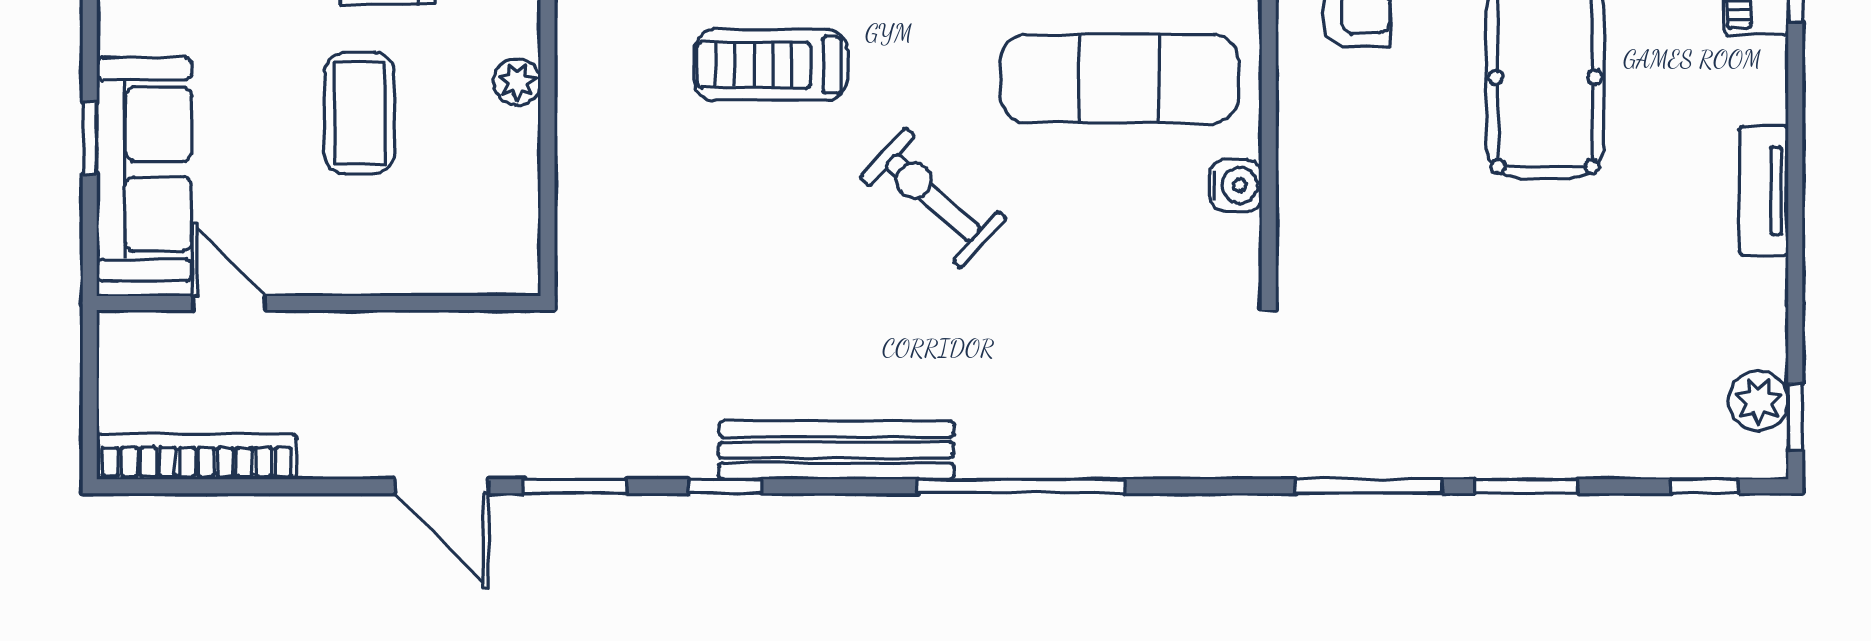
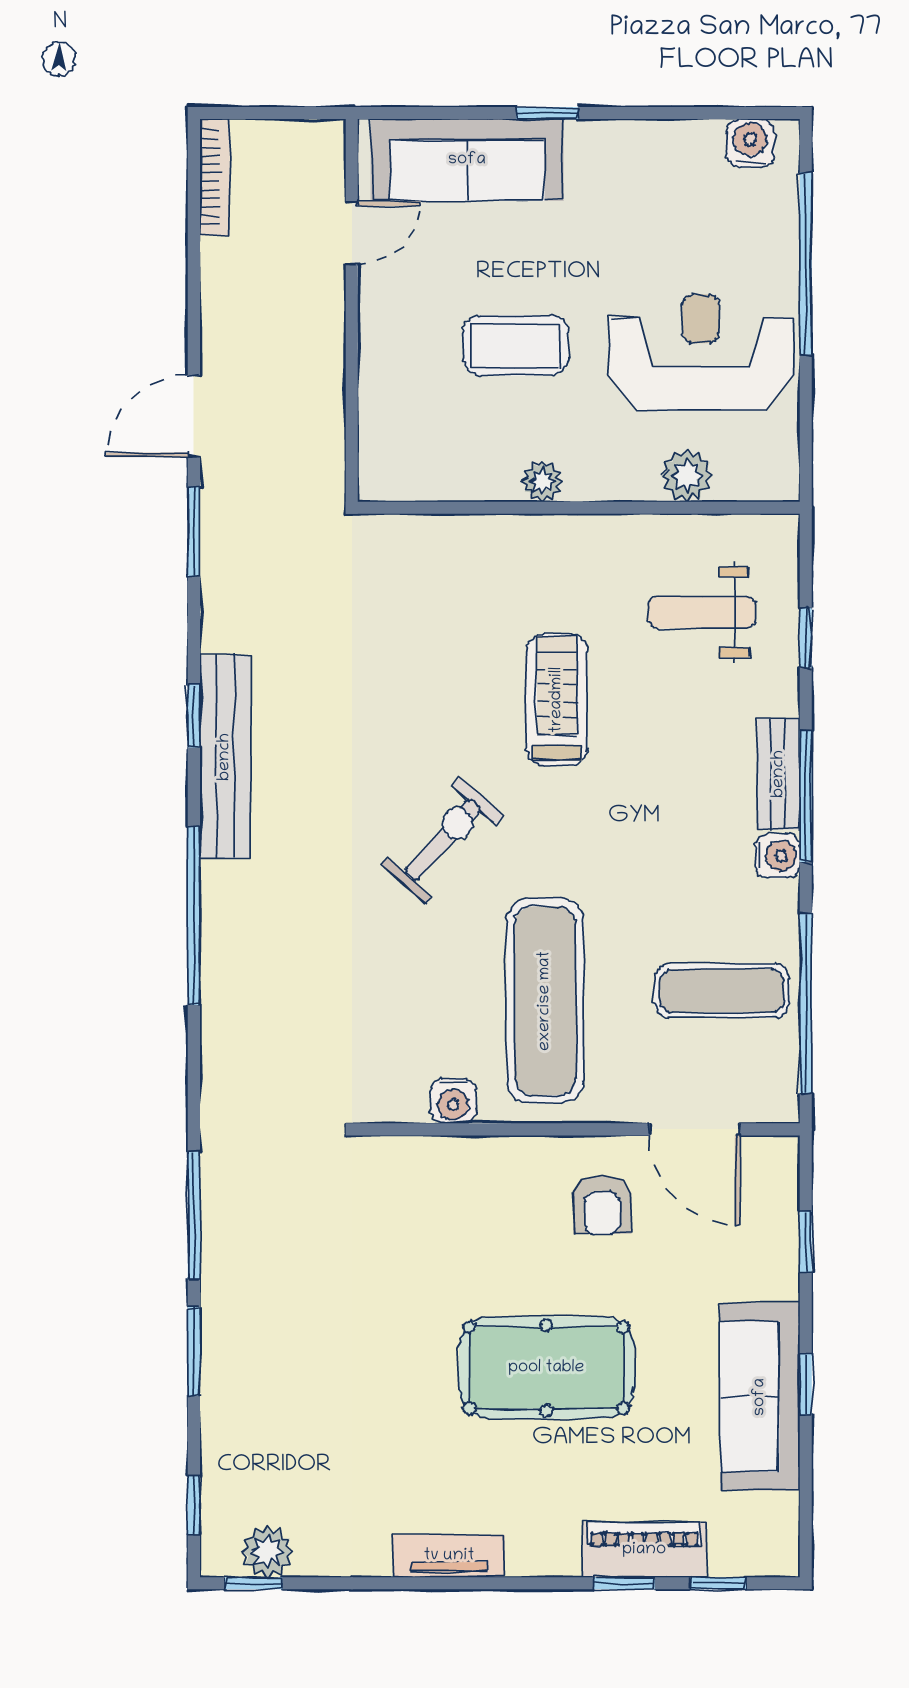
window: (90, 138) -> (547, 113), moved
bookcase: (196, 457) -> (215, 177), width x0.68, depth x0.76
window: (725, 486) -> (194, 716), moved

